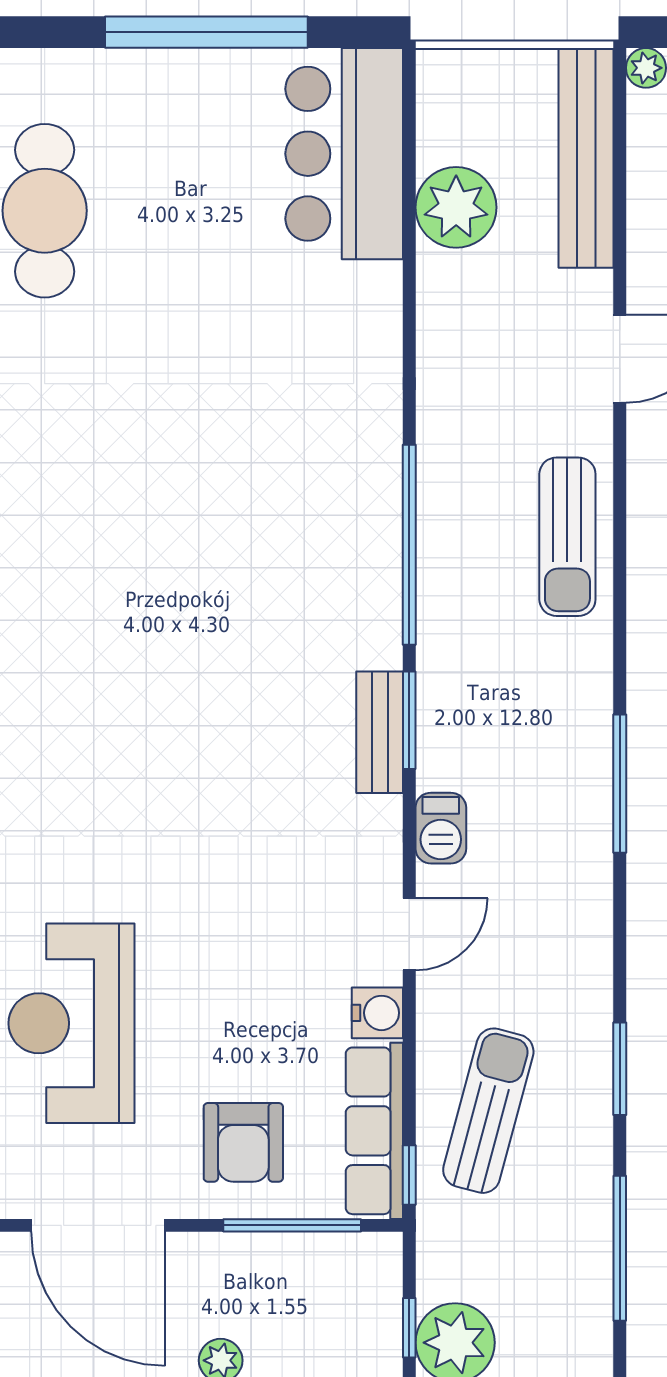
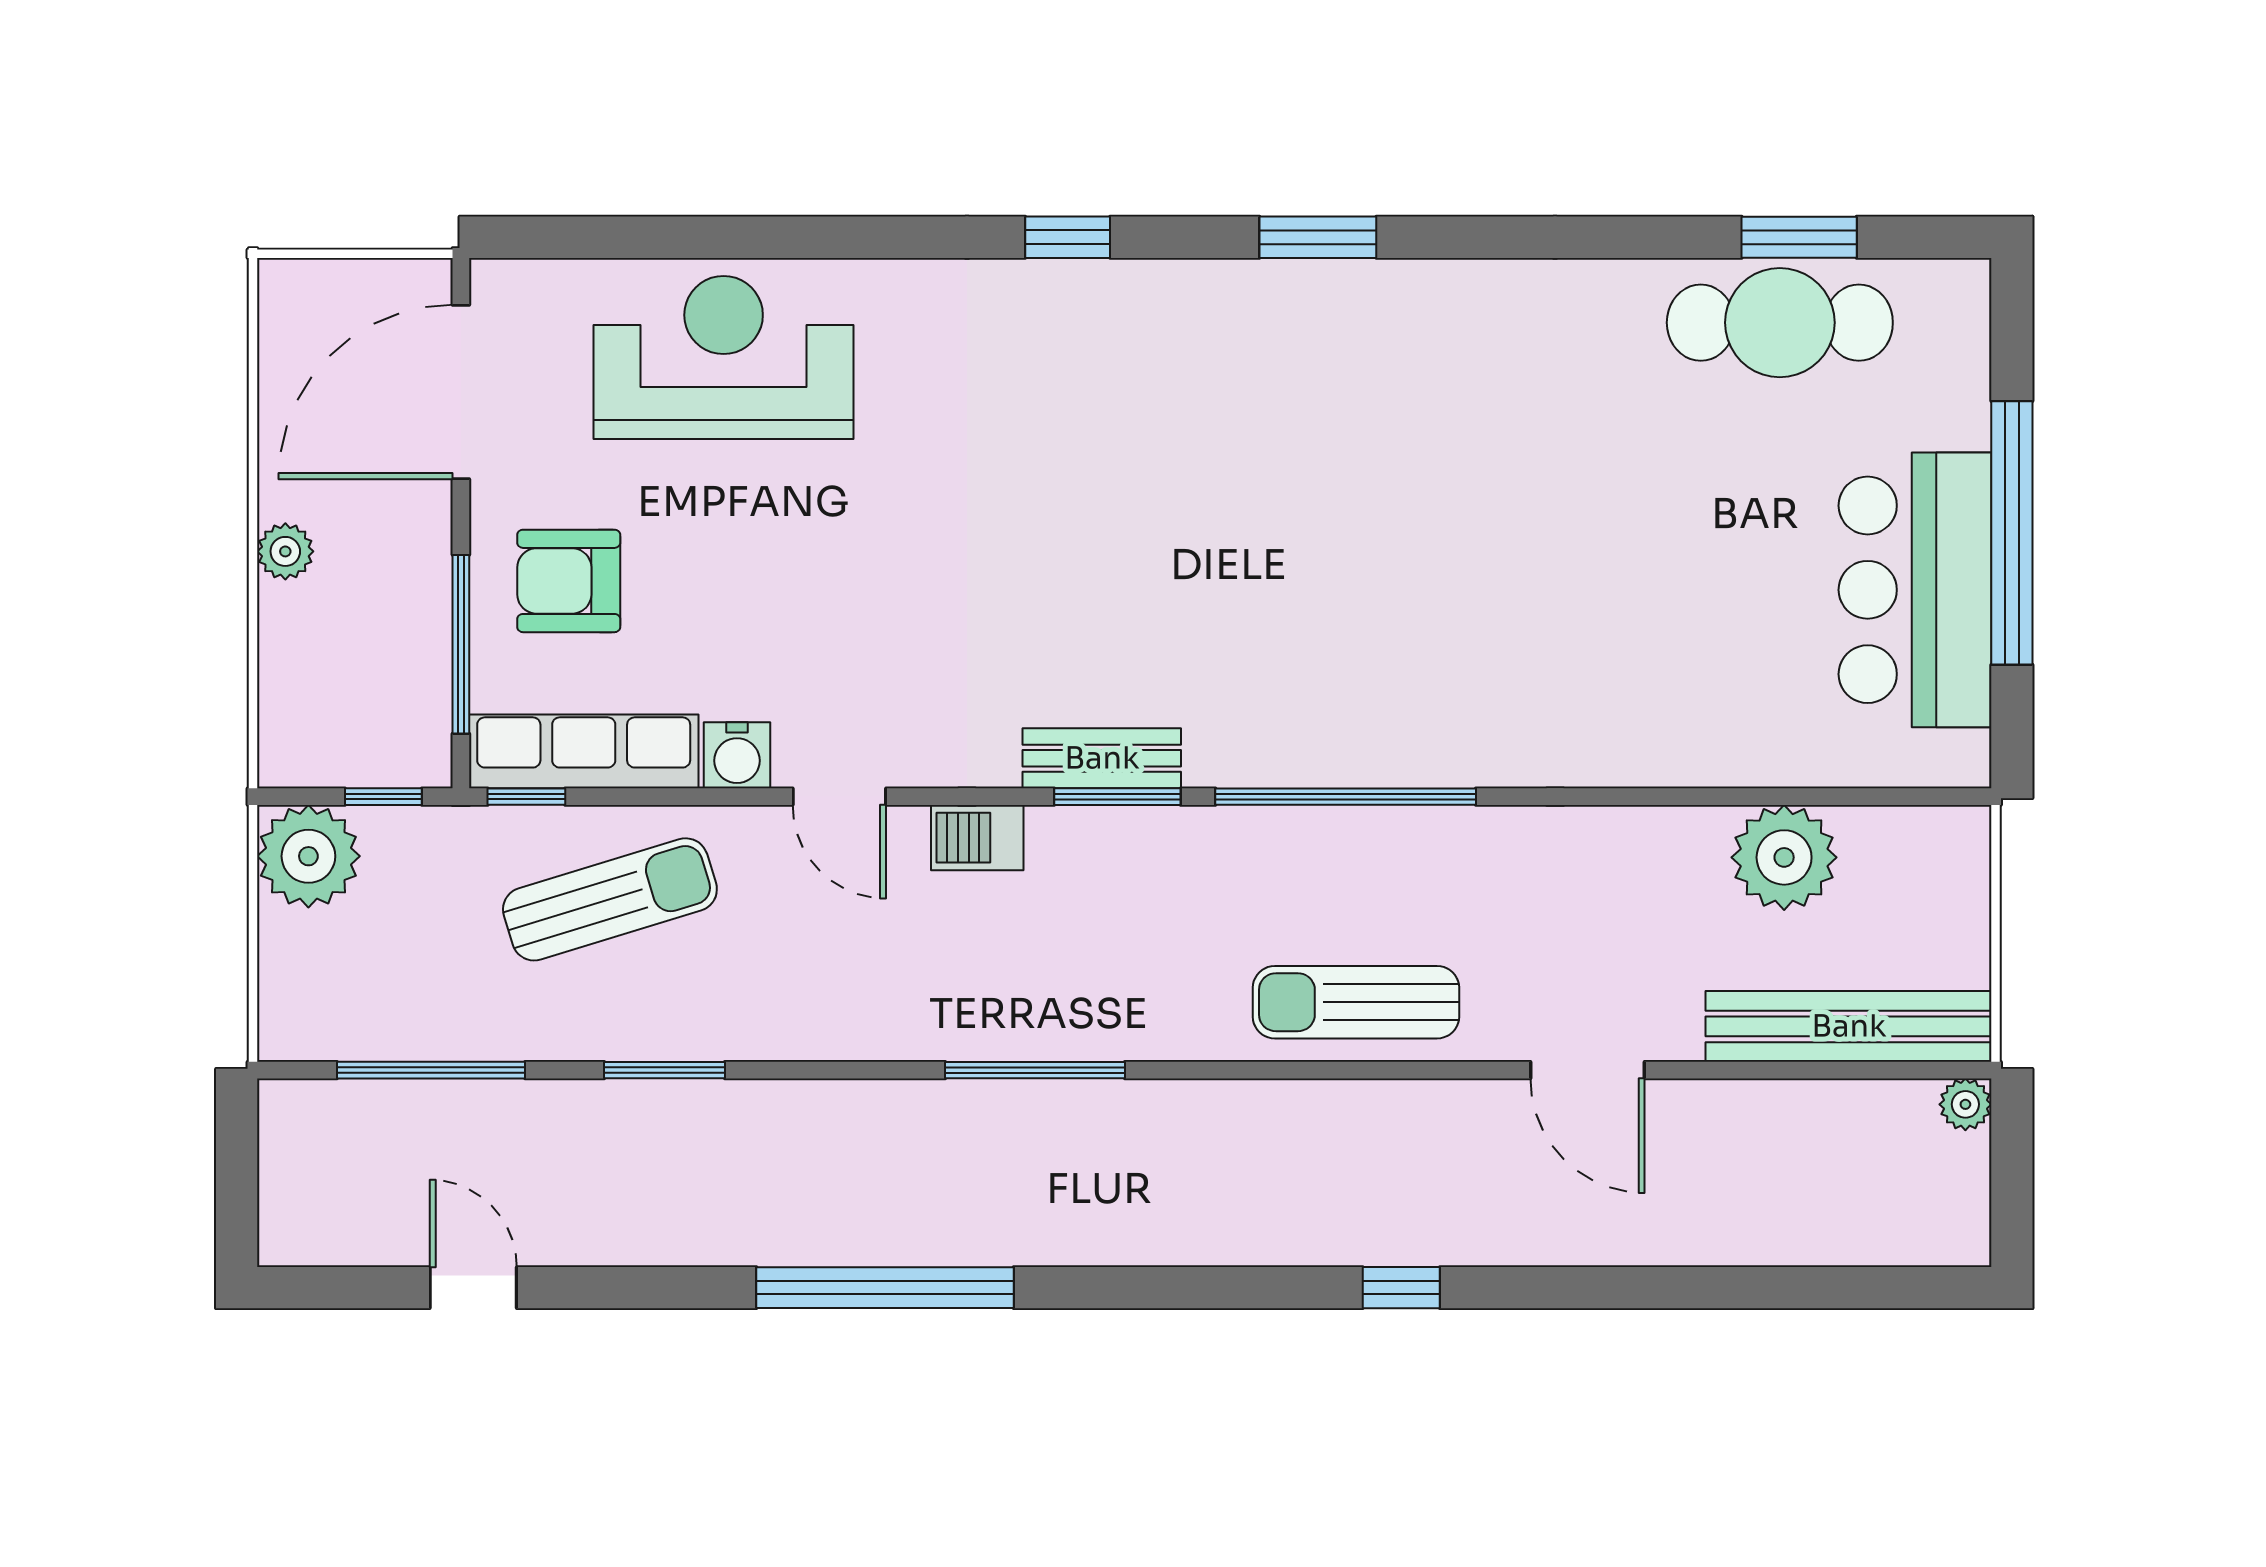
bar counter: (344, 154) -> (1915, 590), moved, turned -90
sun lounger: (488, 1111) -> (610, 899), turned -32
window: (409, 1328) -> (383, 797), moved

